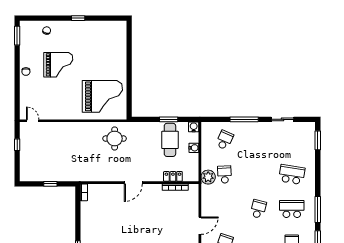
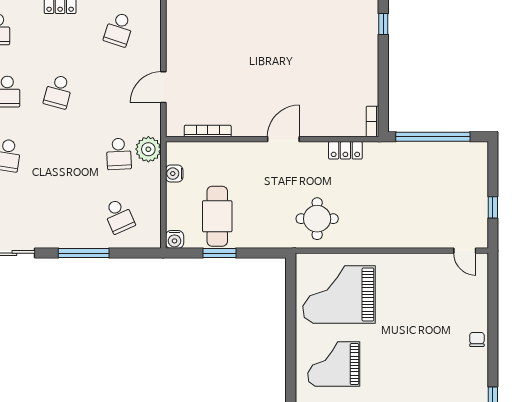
grand piano: (58, 65) -> (334, 364), moved
school desk: (225, 140) -> (119, 216), turned -48
water cooler: (194, 148) -> (174, 174), moved
locker: (173, 176) -> (345, 150), moved
window: (50, 184) -> (433, 137), width x3.17
door: (200, 226) -> (163, 87), moved

